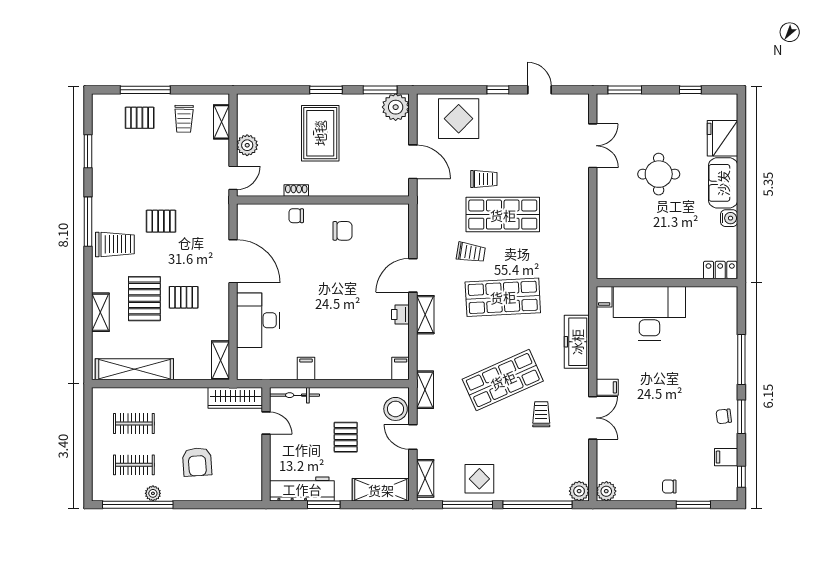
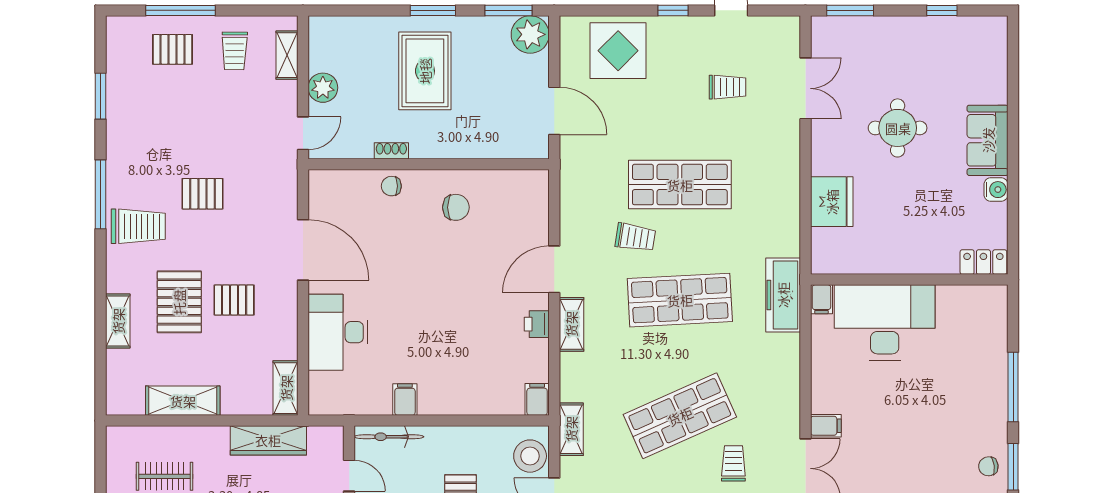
fridge: (723, 138) -> (832, 202), moved, turned 180
trolley: (484, 179) -> (727, 87), moved
freezer: (577, 342) -> (783, 295), moved
shelving: (134, 369) -> (183, 401), width x0.68
wardrobe: (235, 398) -> (268, 440), moved

